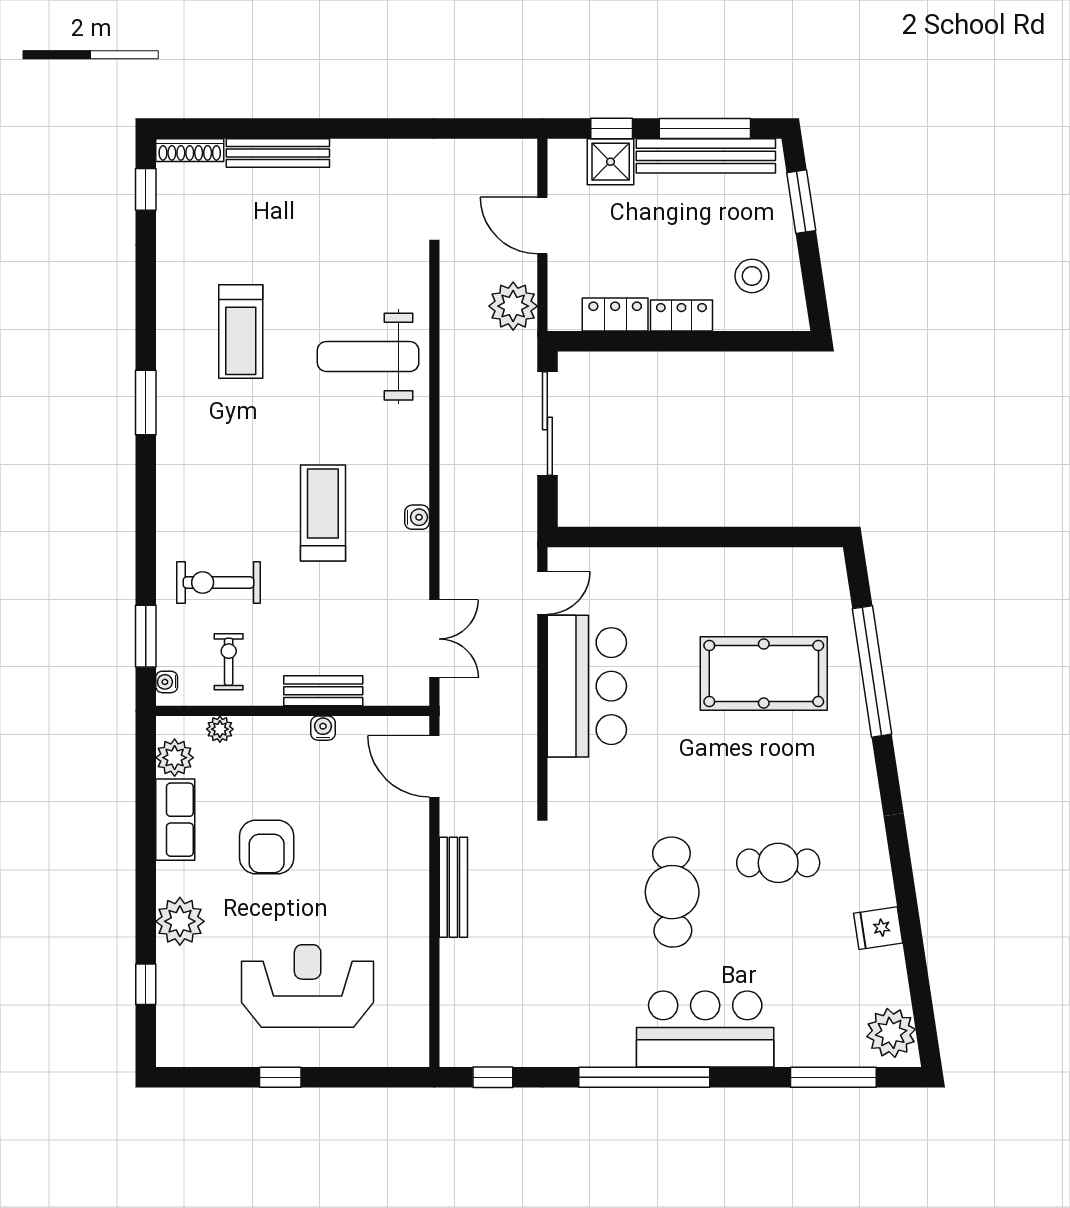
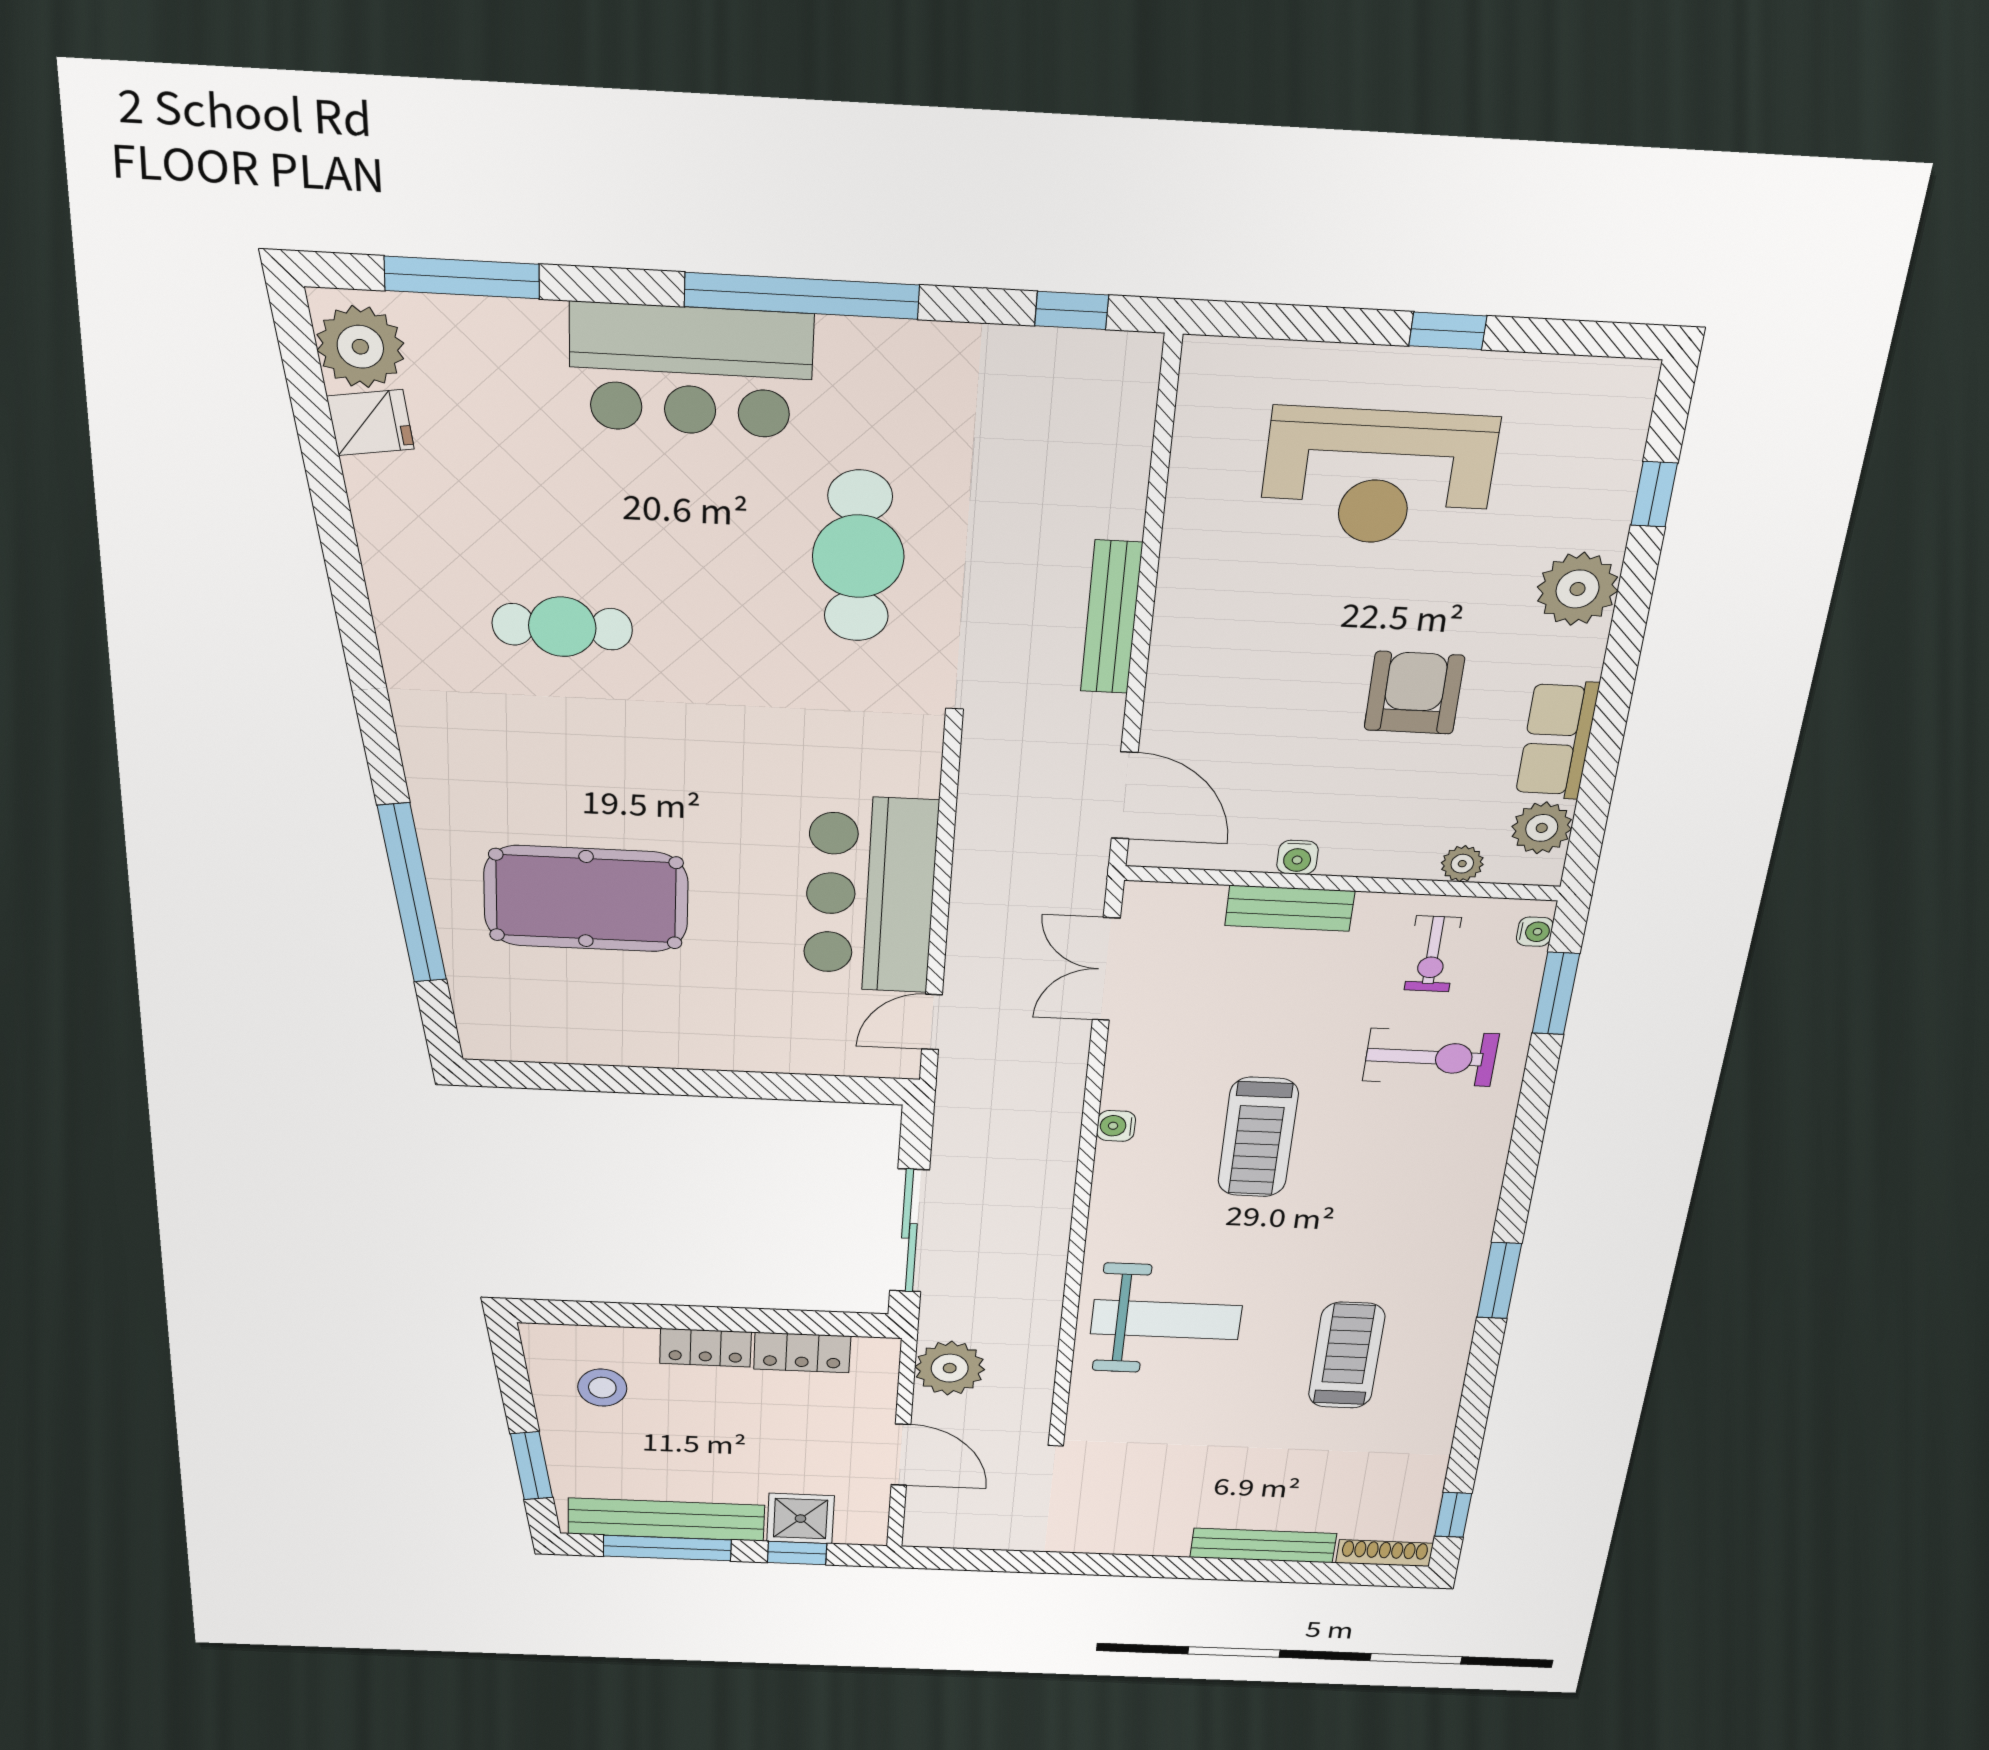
cafe table: (672, 892) -> (858, 556), moved
fridge: (878, 928) -> (370, 423), moved

